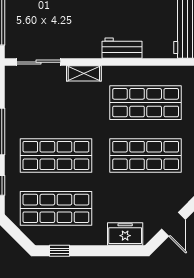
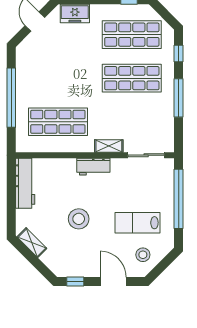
workbench: (122, 48) -> (93, 167), moved
shop shelf: (146, 156) -> (58, 78), removed

